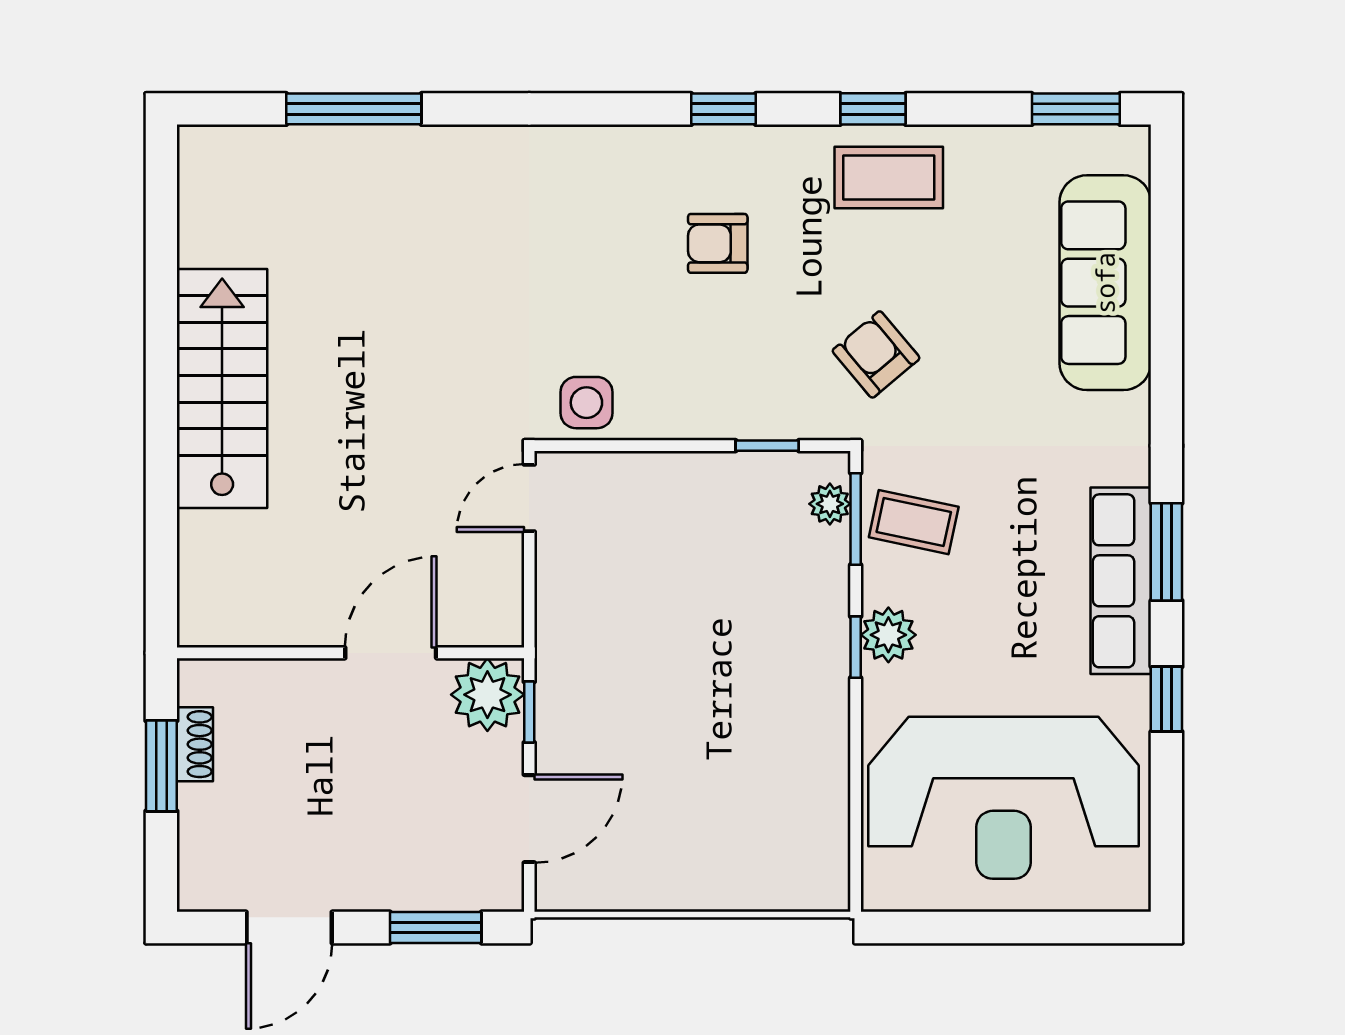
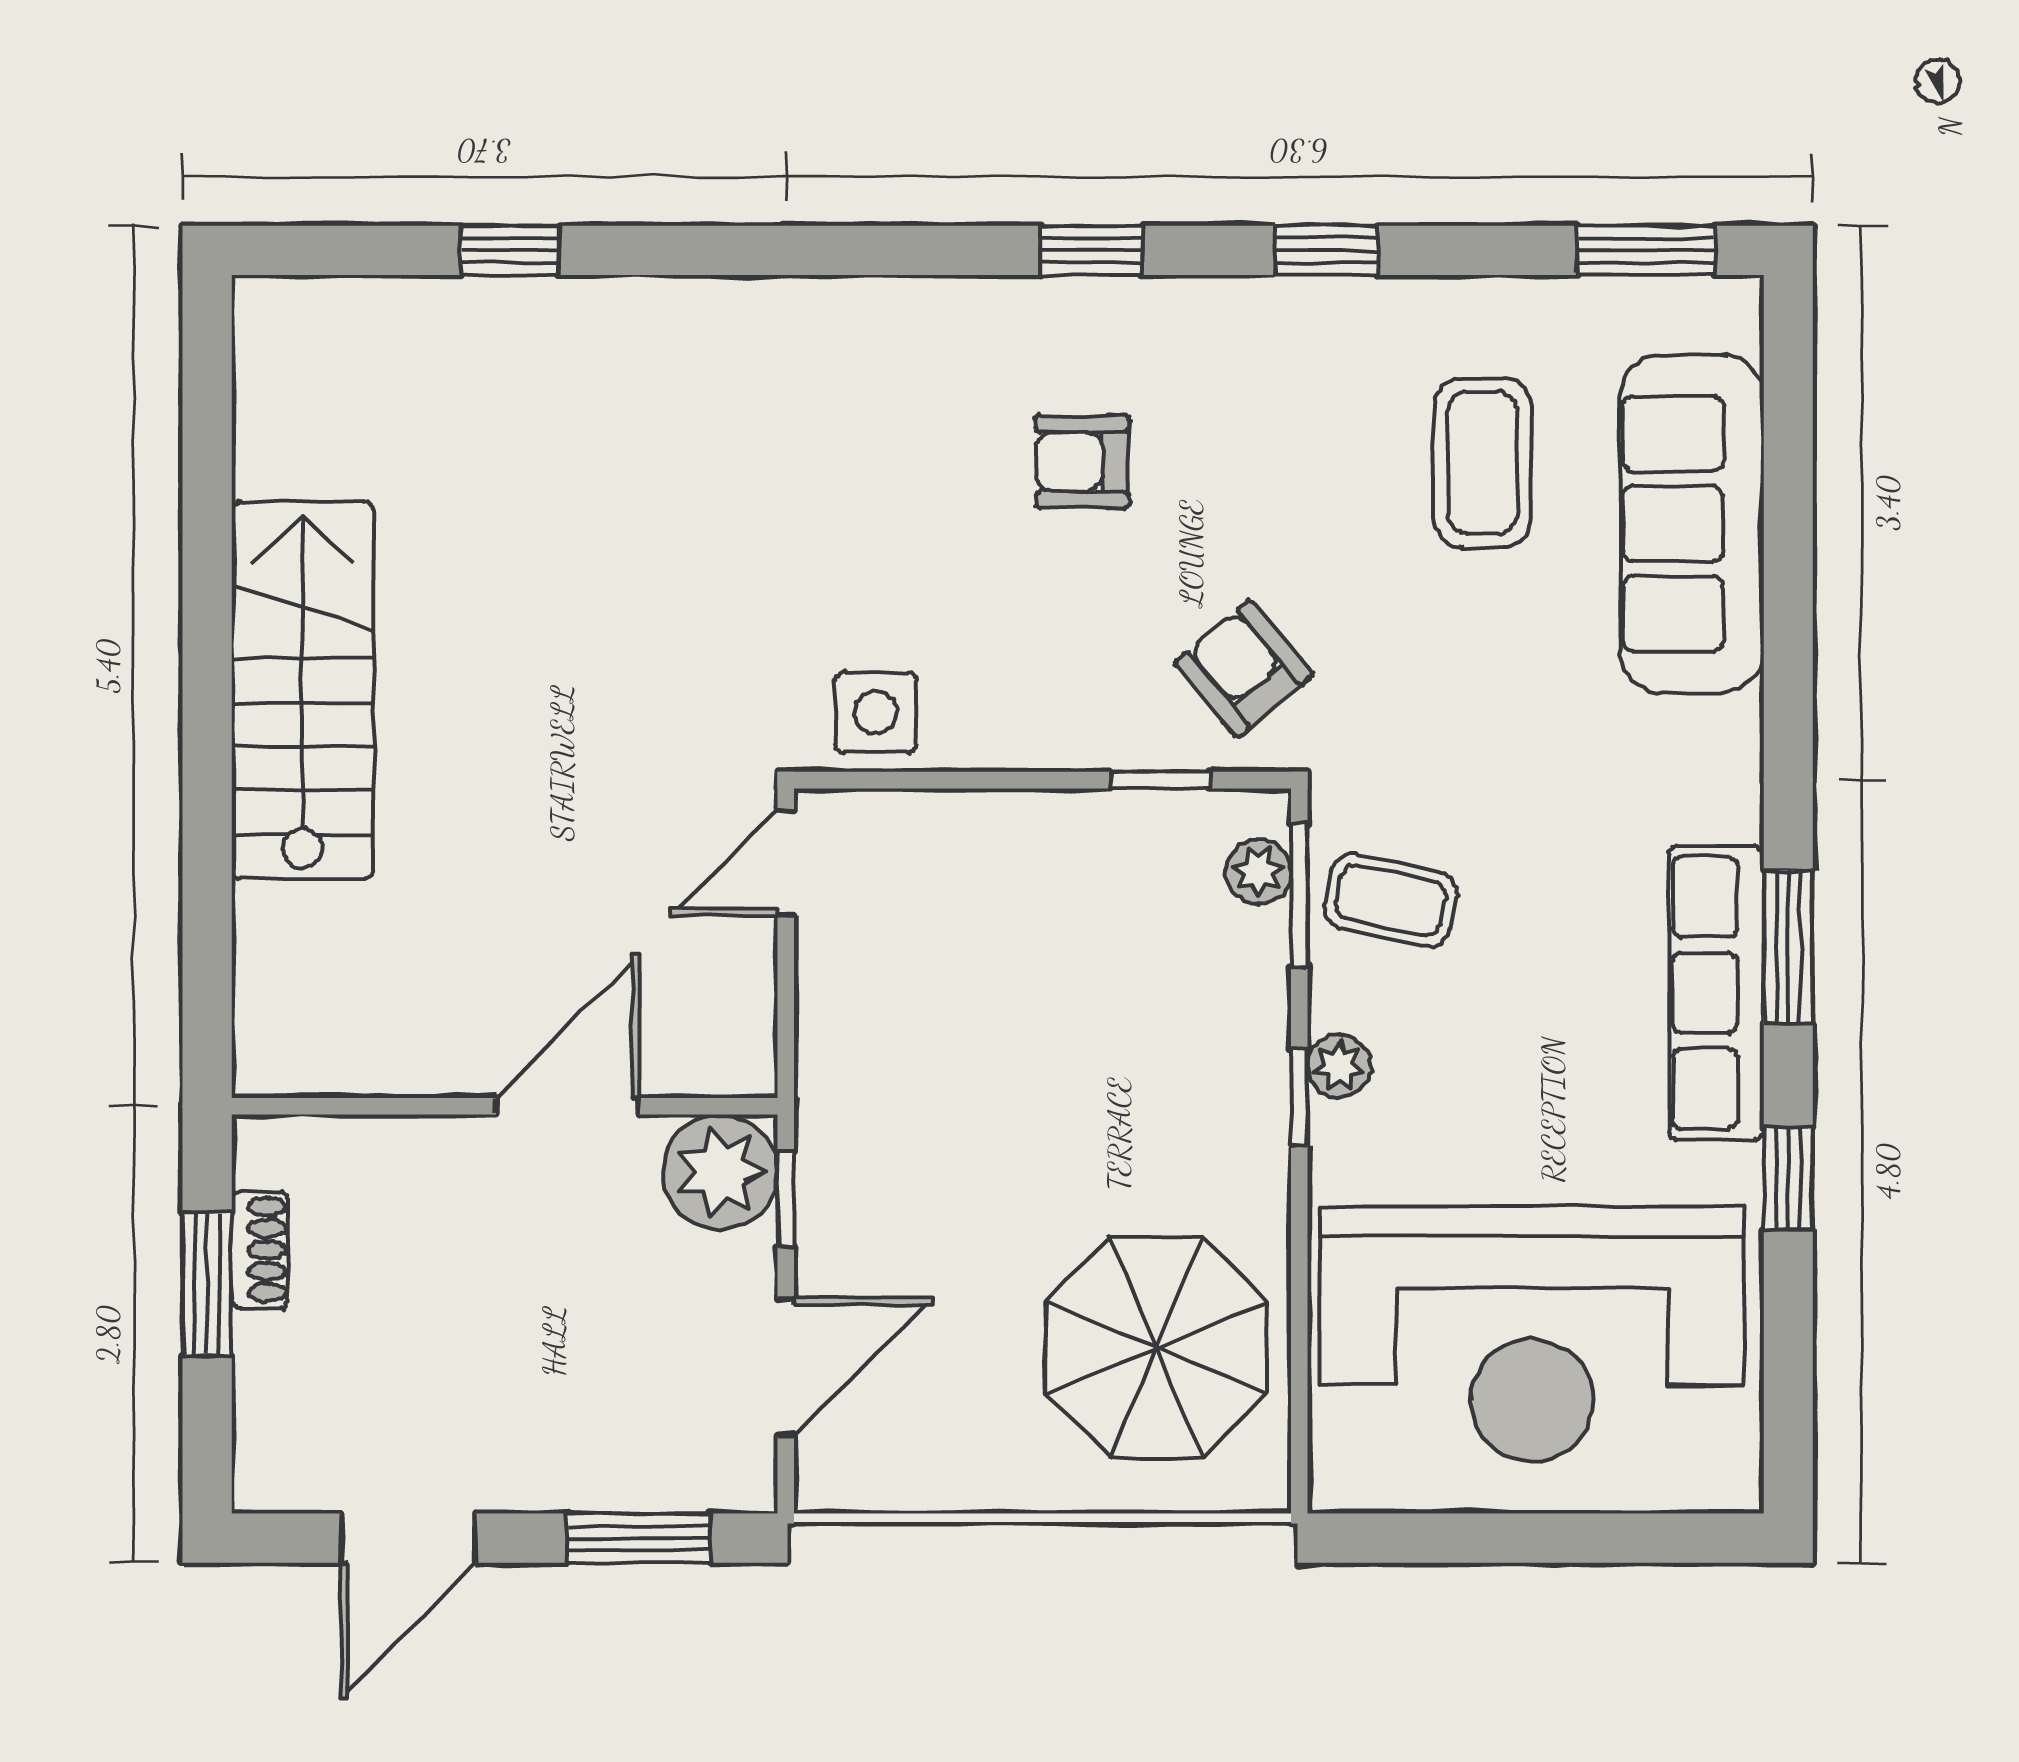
window: (354, 109) -> (510, 250), width x0.46
coffee table: (889, 178) -> (1483, 463), moved, turned 90
armchair: (876, 354) -> (1244, 669), moved
plant: (888, 635) -> (1339, 1066), width x0.73, depth x0.73
parasol: (765, 806) -> (1156, 1347), added

